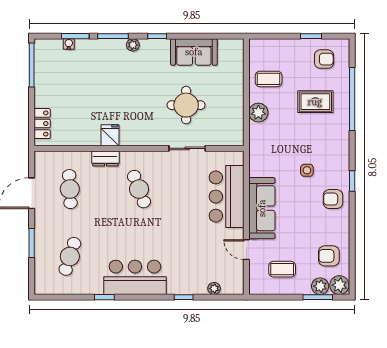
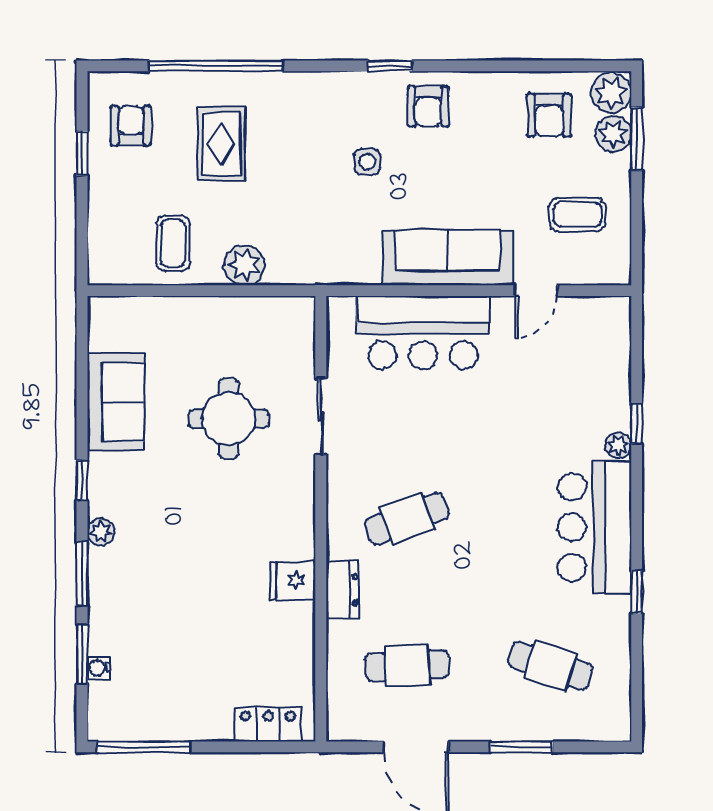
coffee table: (282, 269) -> (577, 215), turned 90
plant: (214, 288) -> (618, 445), moved

